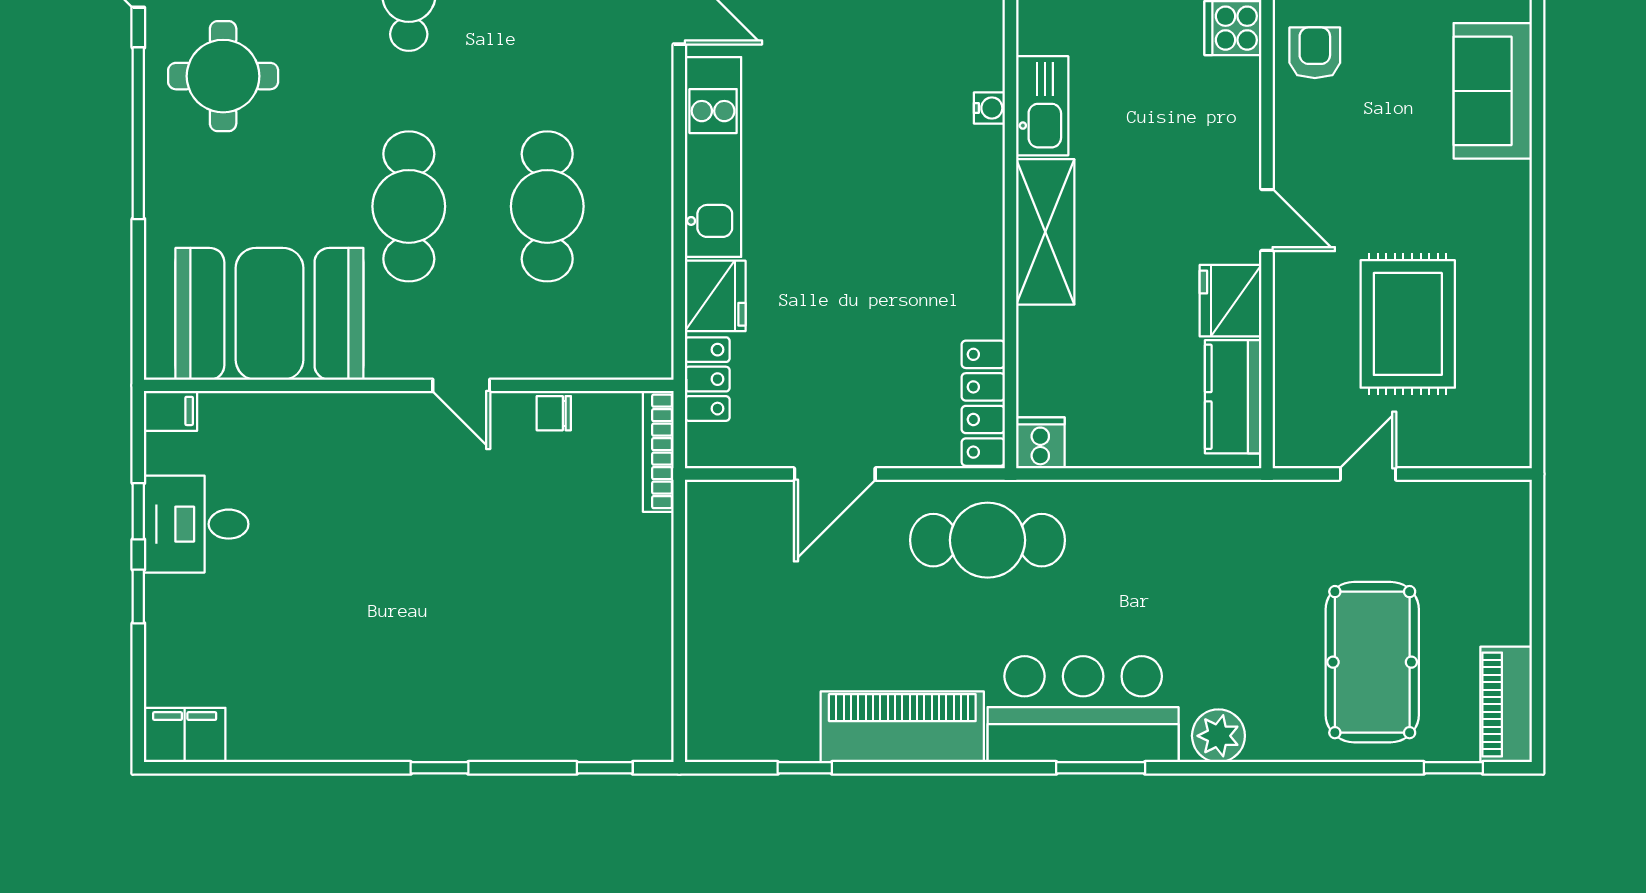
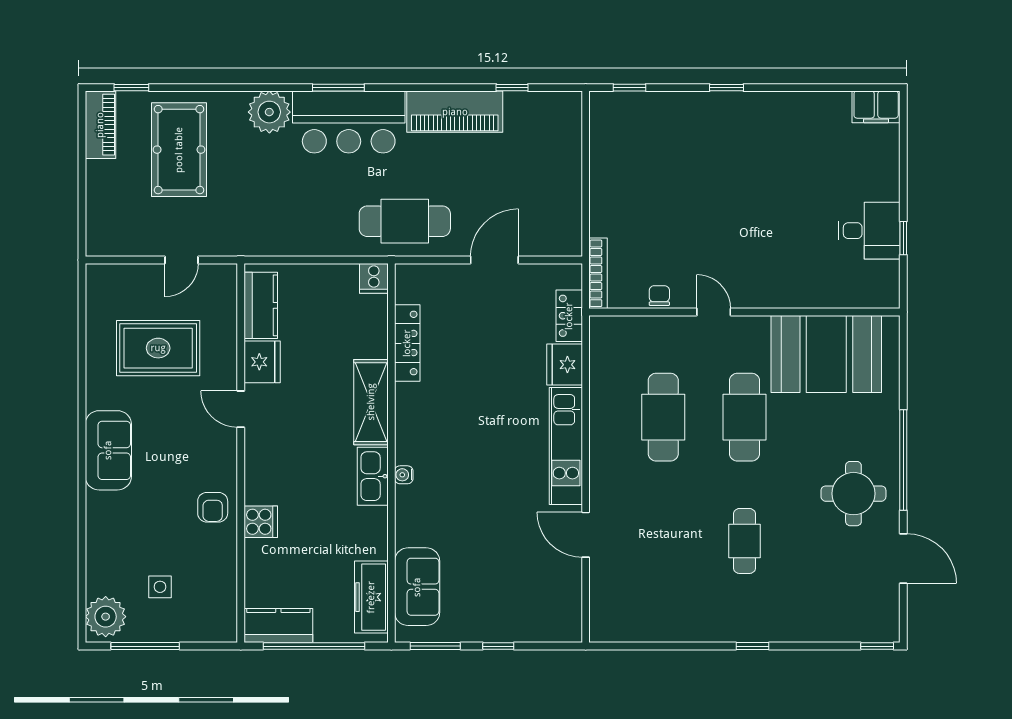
sofa: (1493, 91) -> (108, 450), moved
rug: (1408, 324) -> (158, 348), turned 90
locker: (983, 403) -> (407, 343), moved
filing cabinet: (170, 411) -> (884, 297), removed
chair: (554, 413) -> (659, 296), turned -90
window: (138, 596) -> (903, 188), removed
plant: (1218, 736) -> (269, 112), width x1.36, depth x1.36

